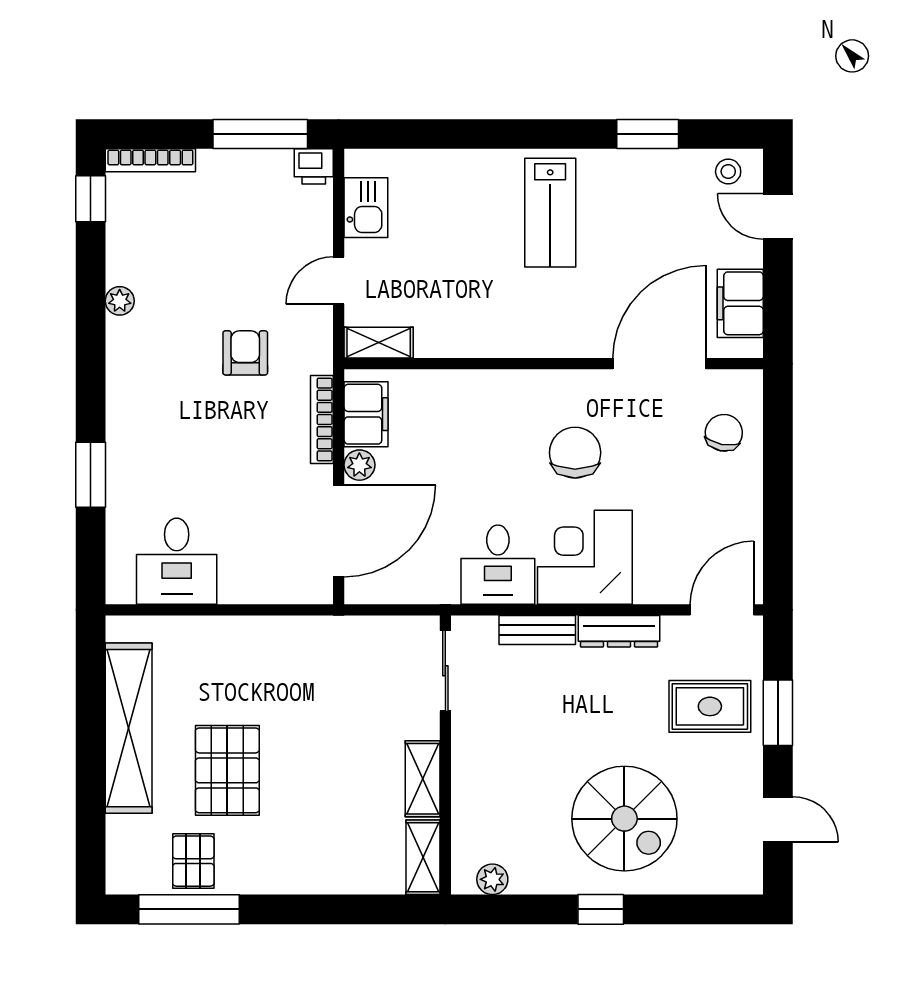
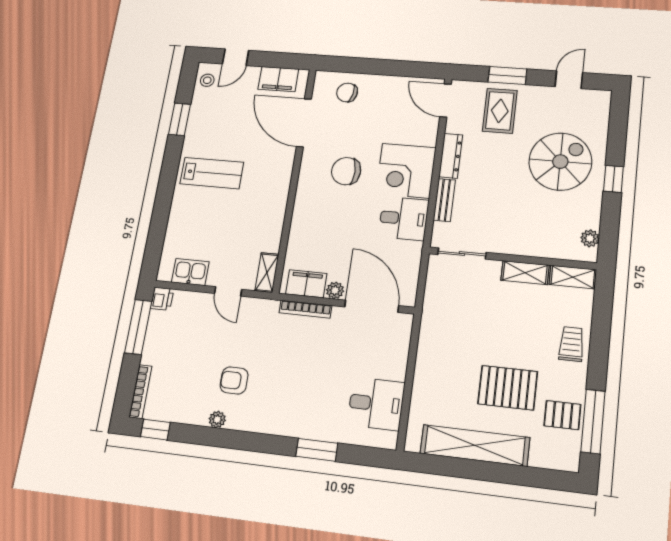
armchair: (245, 353) -> (234, 380), moved
trolley: (310, 865) -> (571, 344), added

